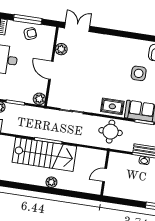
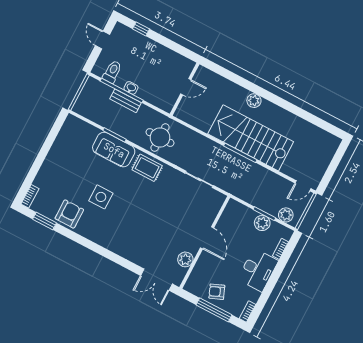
plant: (39, 99) -> (262, 223), moved

